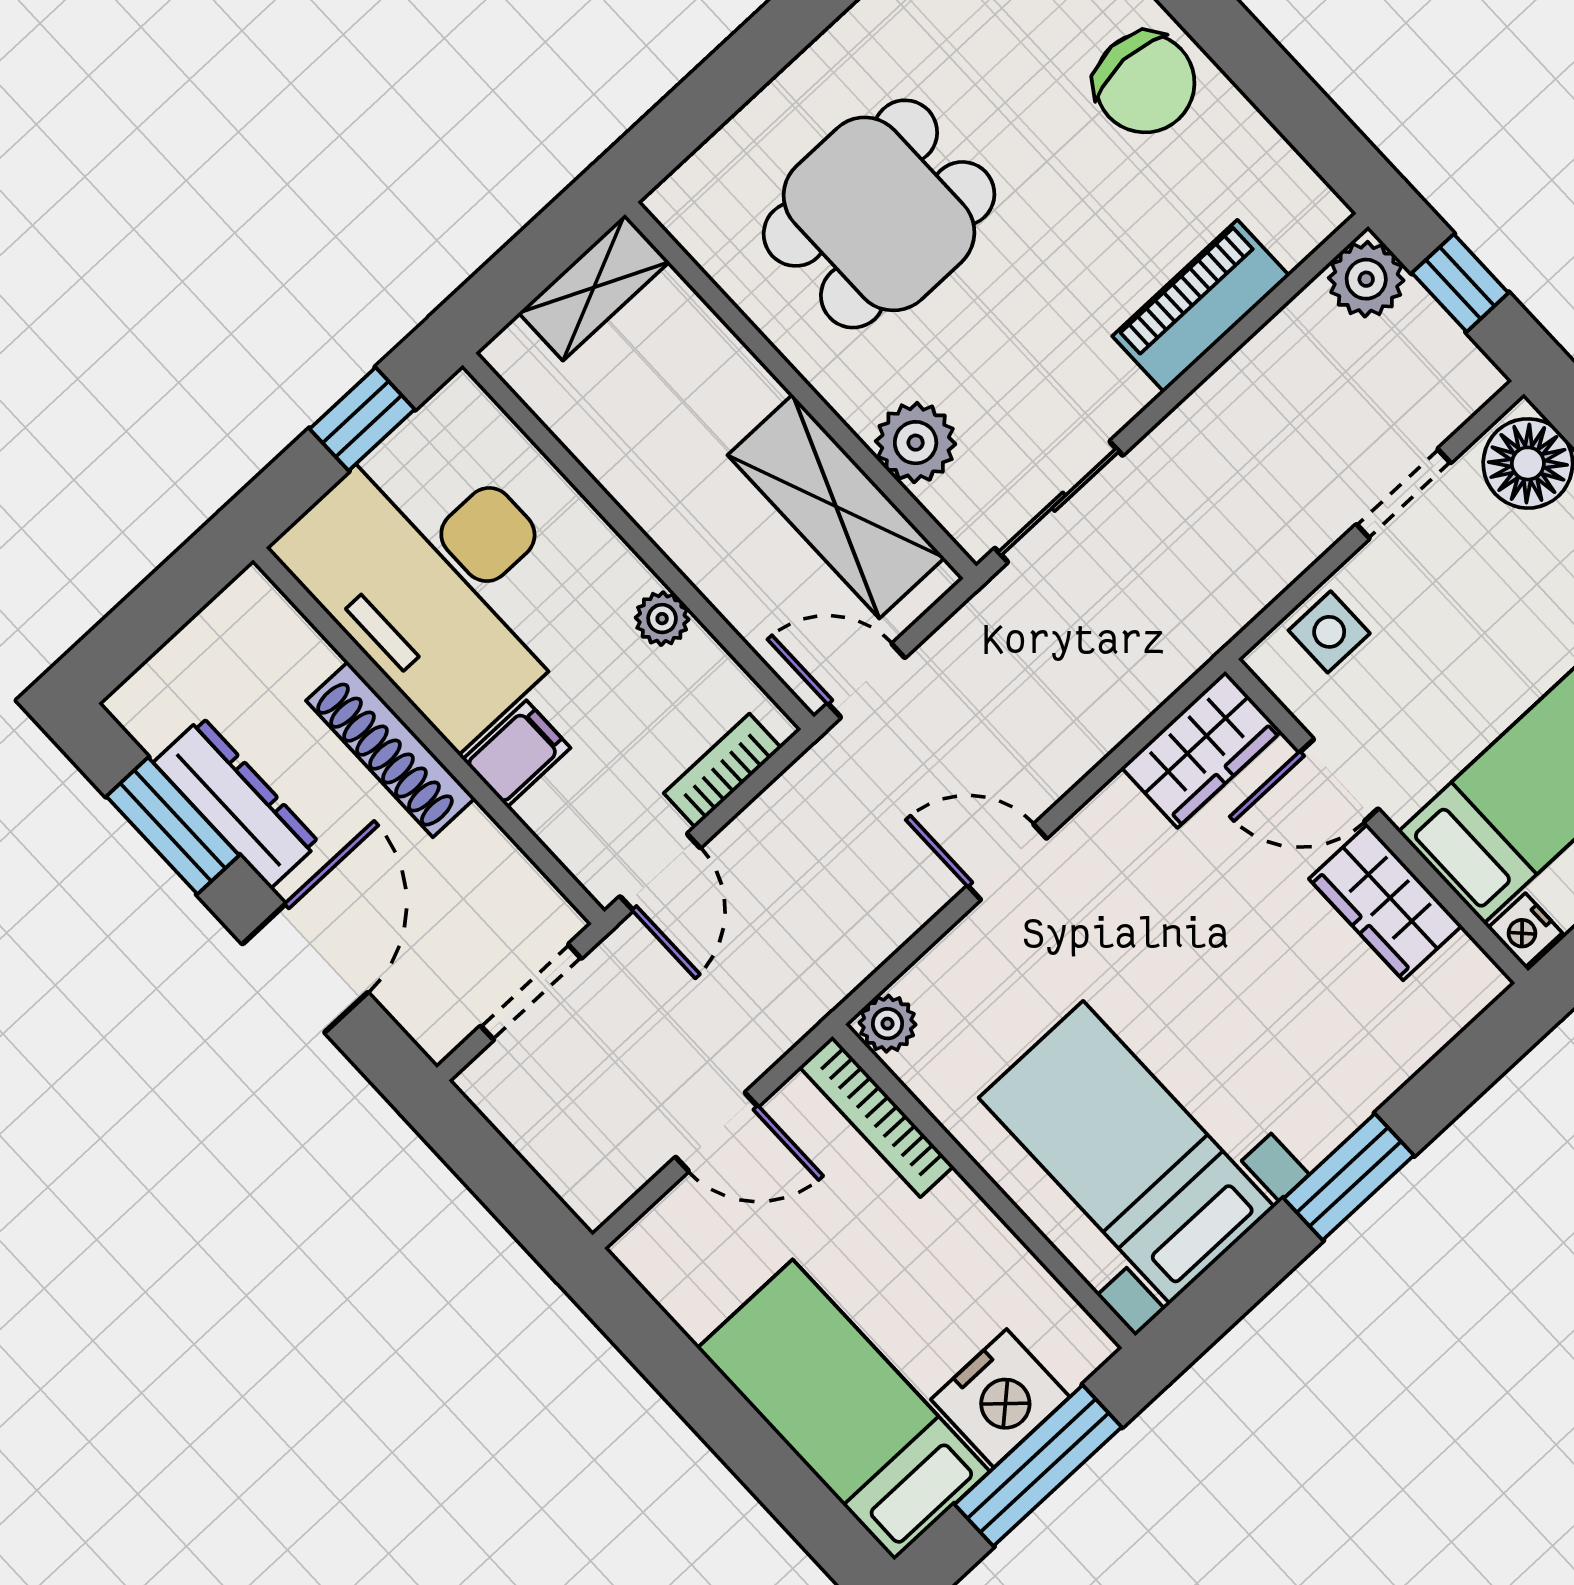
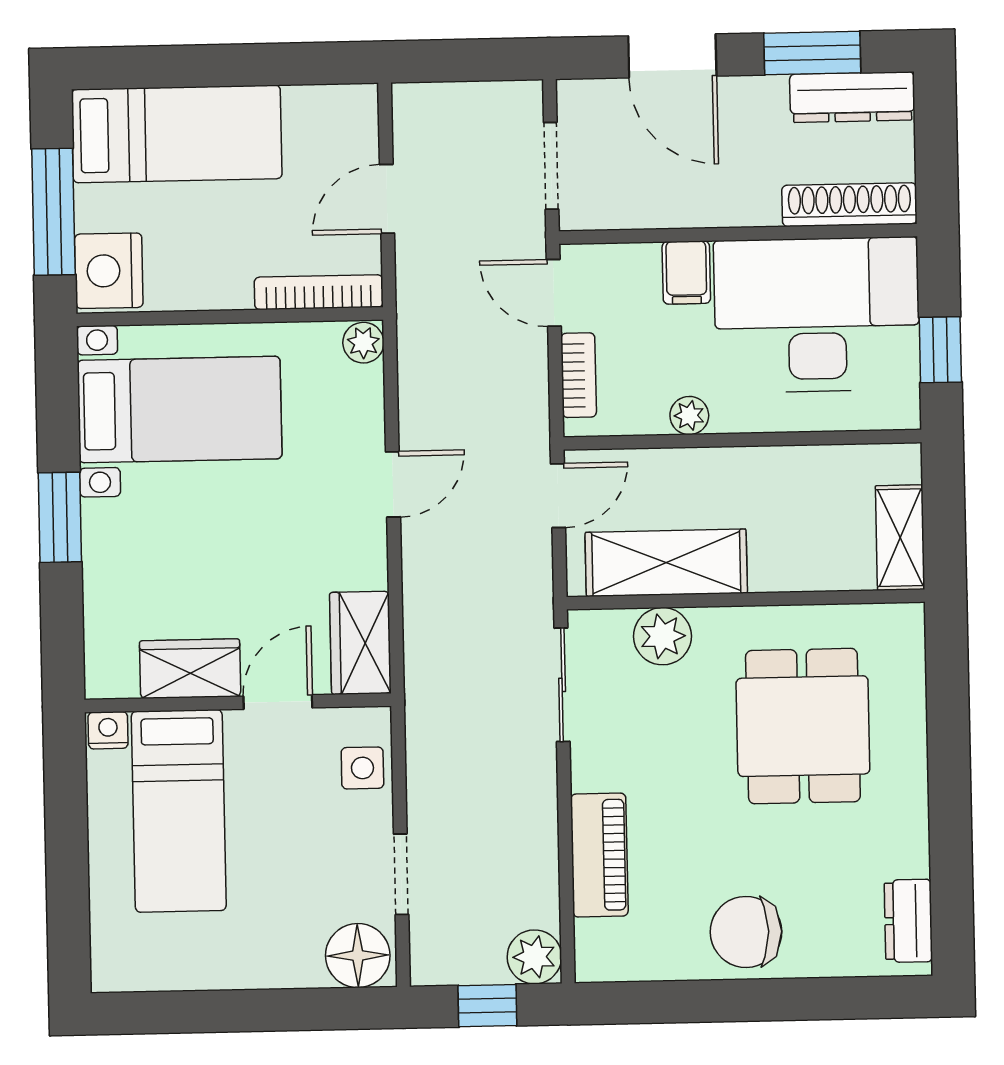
shoe rack: (390, 749) -> (849, 205), moved
dresser: (236, 803) -> (852, 97), moved
nightstand: (1000, 1398) -> (109, 271), moved

